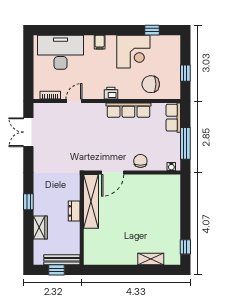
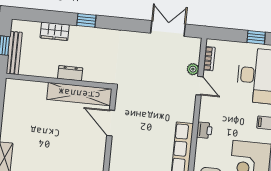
window: (28, 57) -> (256, 37), added
plant: (60, 108) -> (193, 69), added
chair: (140, 161) -> (121, 157), removed

